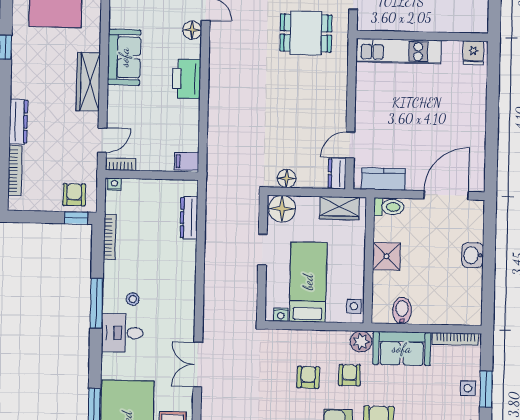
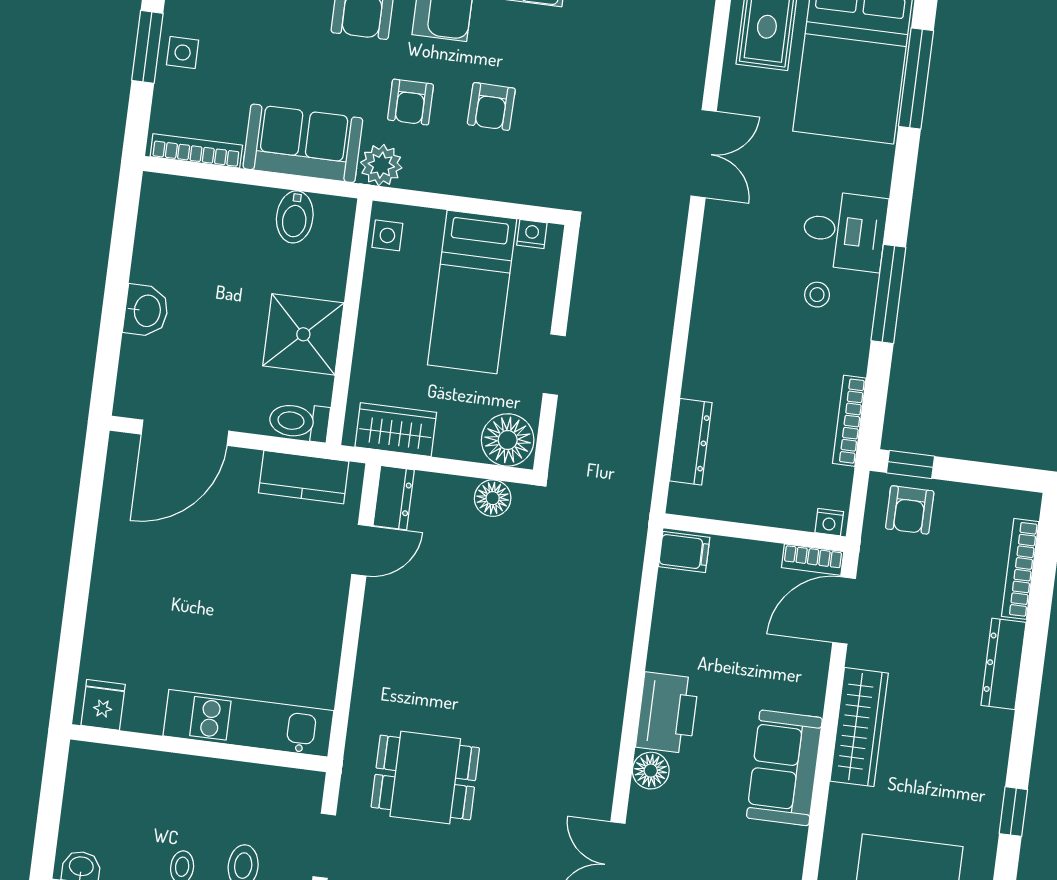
floor lamp: (192, 30) -> (651, 771), moved
door: (102, 140) -> (844, 610), width x1.37
shower: (386, 256) -> (303, 334), width x1.36, depth x1.36

